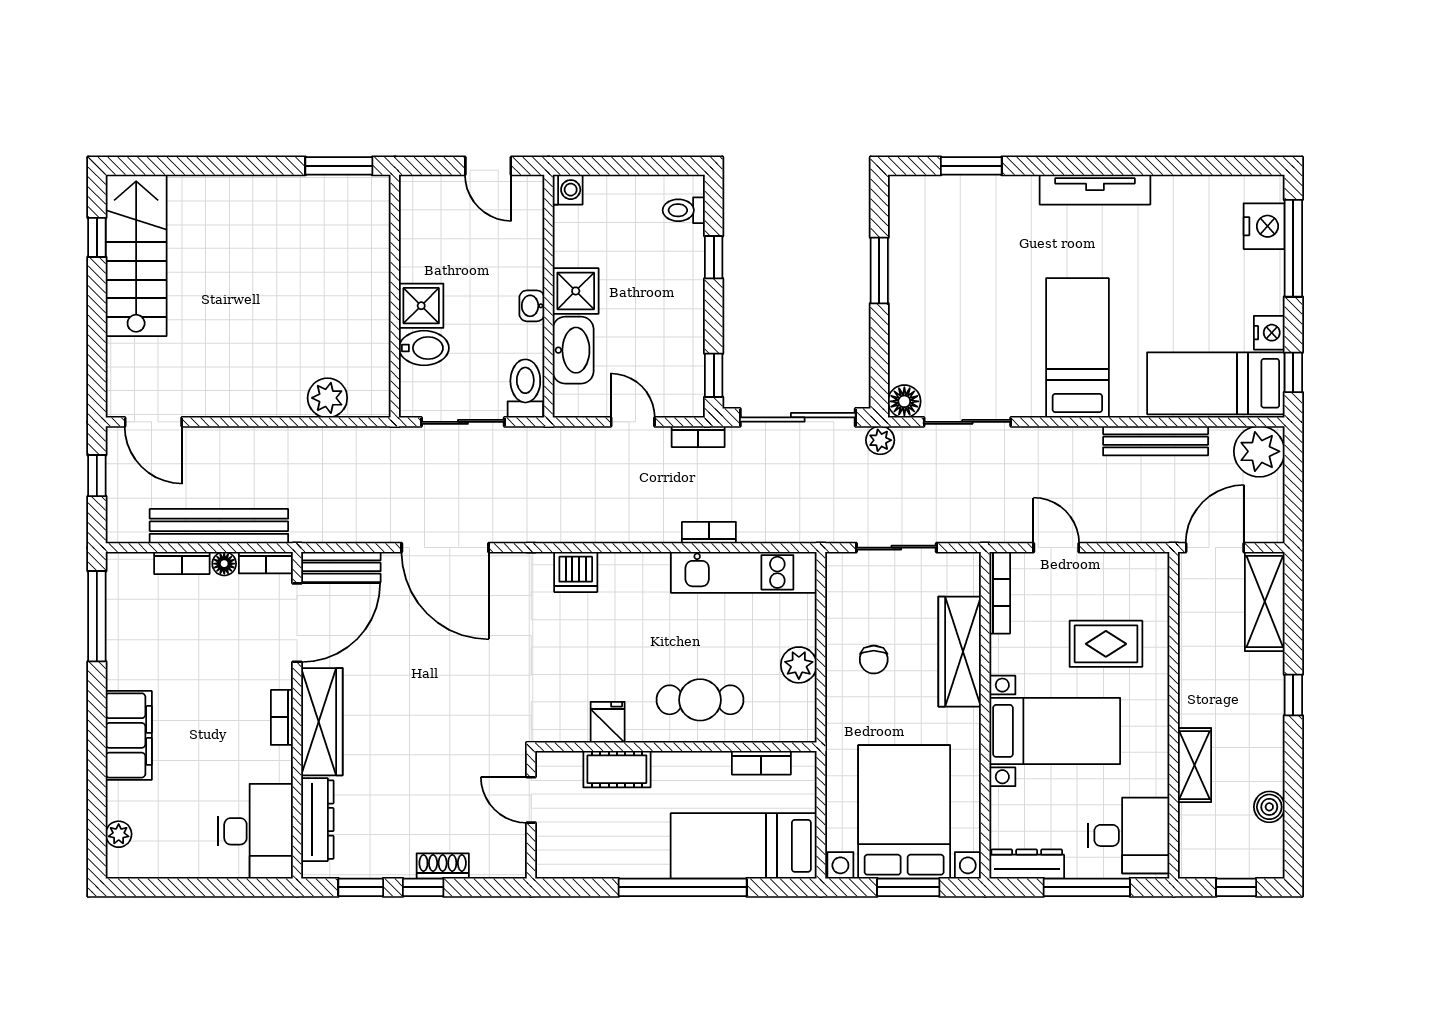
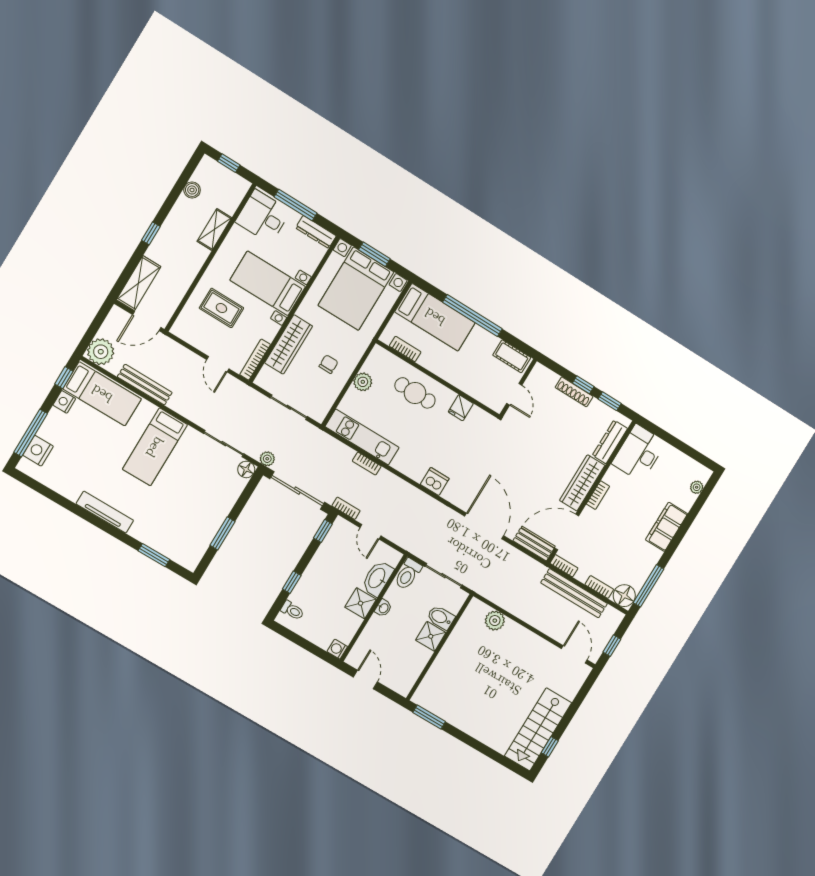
floor lamp: (224, 564) -> (624, 596), moved, width x1.89, depth x1.89
cot: (617, 769) -> (512, 356), moved
shoe rack: (443, 866) -> (574, 392), width x1.43

